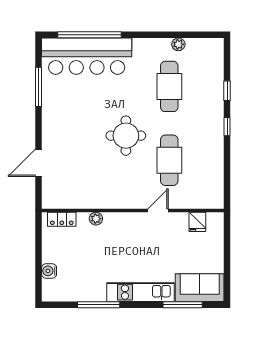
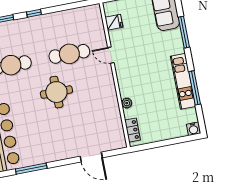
water cooler: (49, 271) -> (193, 129), moved
kitchen unit: (140, 292) -> (183, 81), moved
window: (183, 305) -> (184, 32), moved

